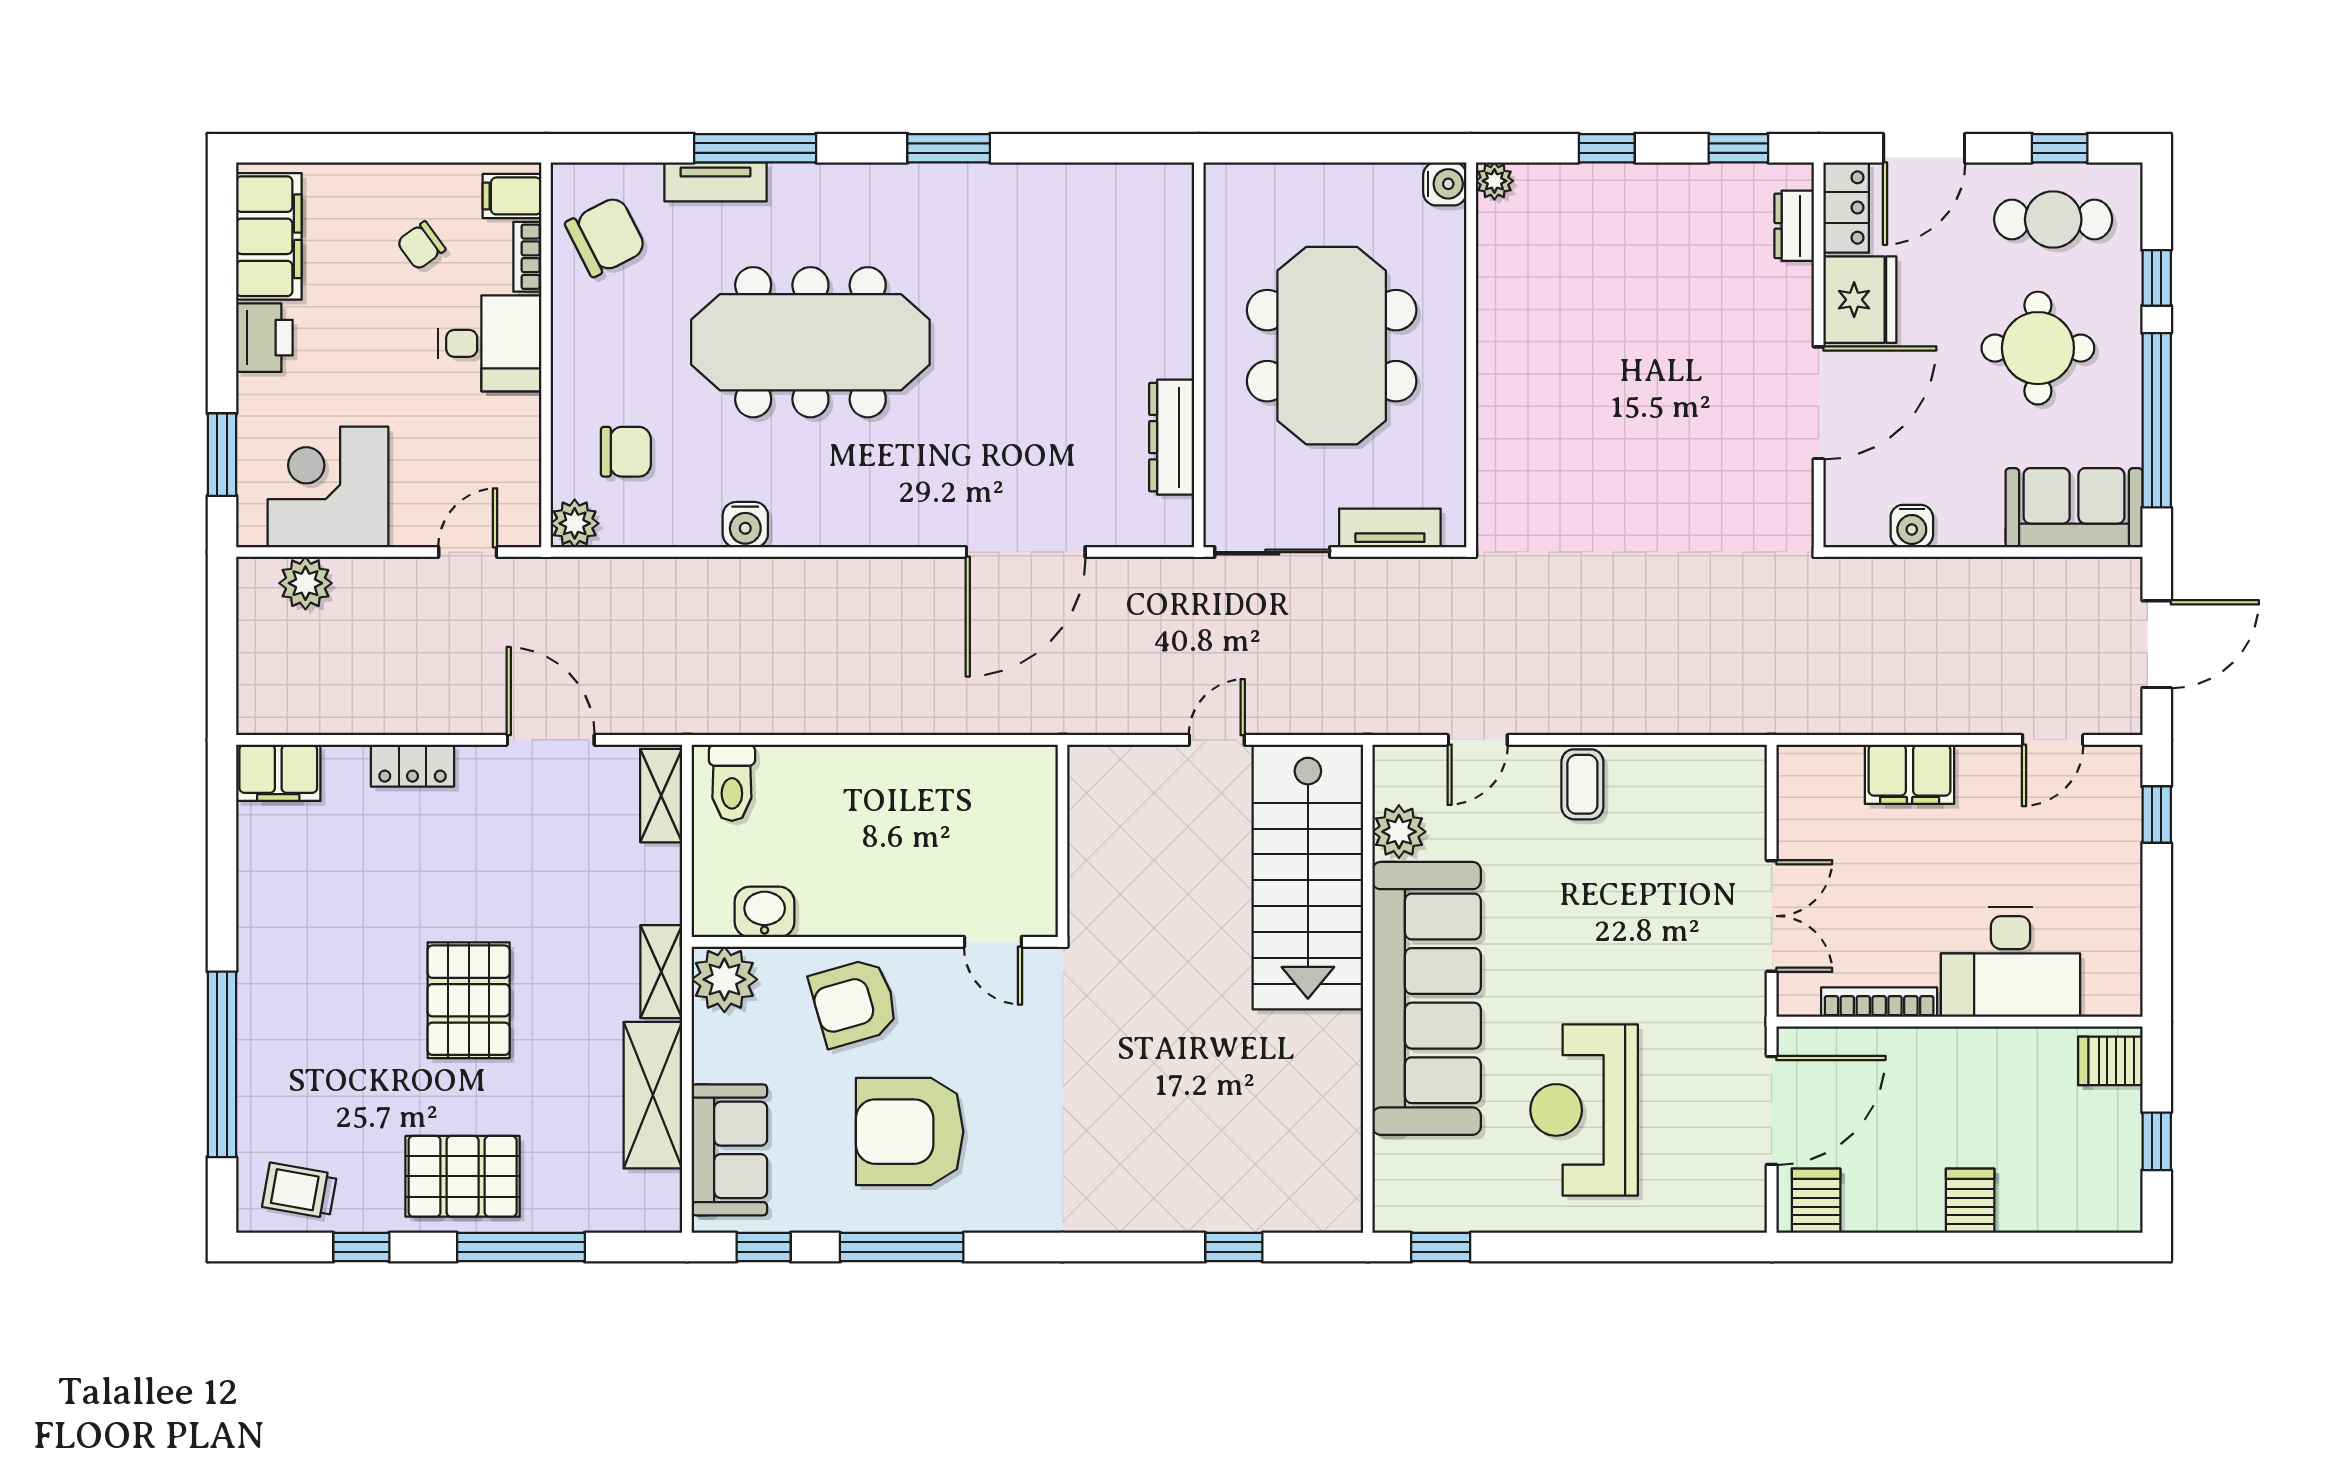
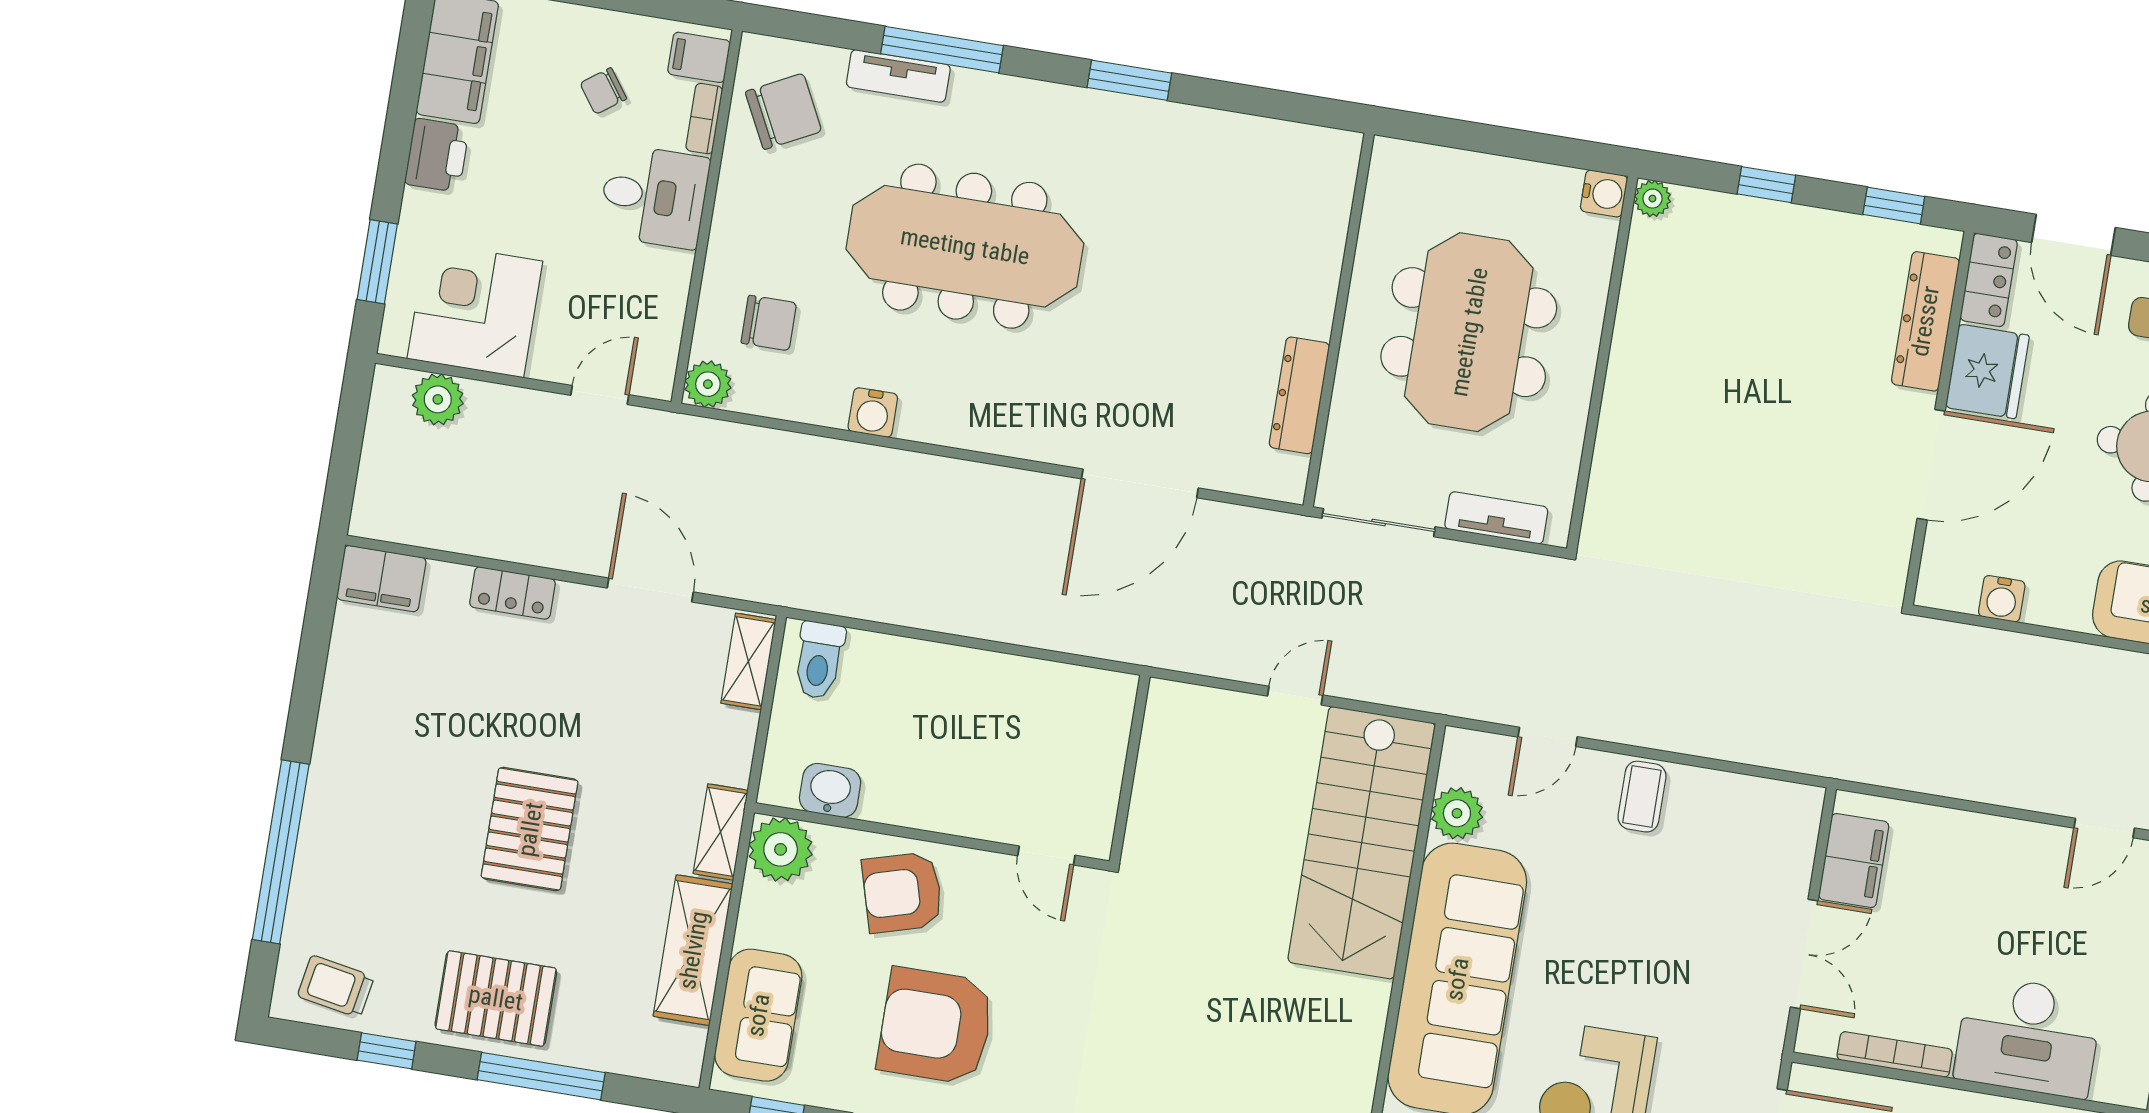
door: (1924, 148) -> (2074, 235), hinge flipped
dresser: (1794, 226) -> (1925, 321), width x1.96, depth x1.24
filing cabinet: (1910, 774) -> (1854, 861), moved, turned -90

